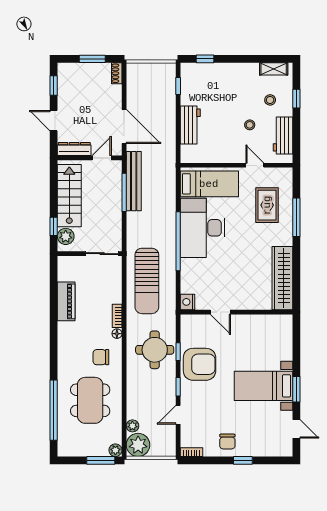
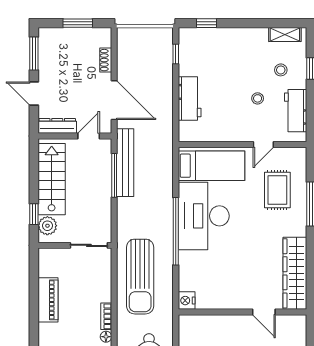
shoe rack: (117, 73) -> (106, 60), moved
window: (54, 86) -> (34, 54), width x1.50
door: (255, 165) -> (263, 144), swing flipped
door: (221, 312) -> (264, 312), moved

